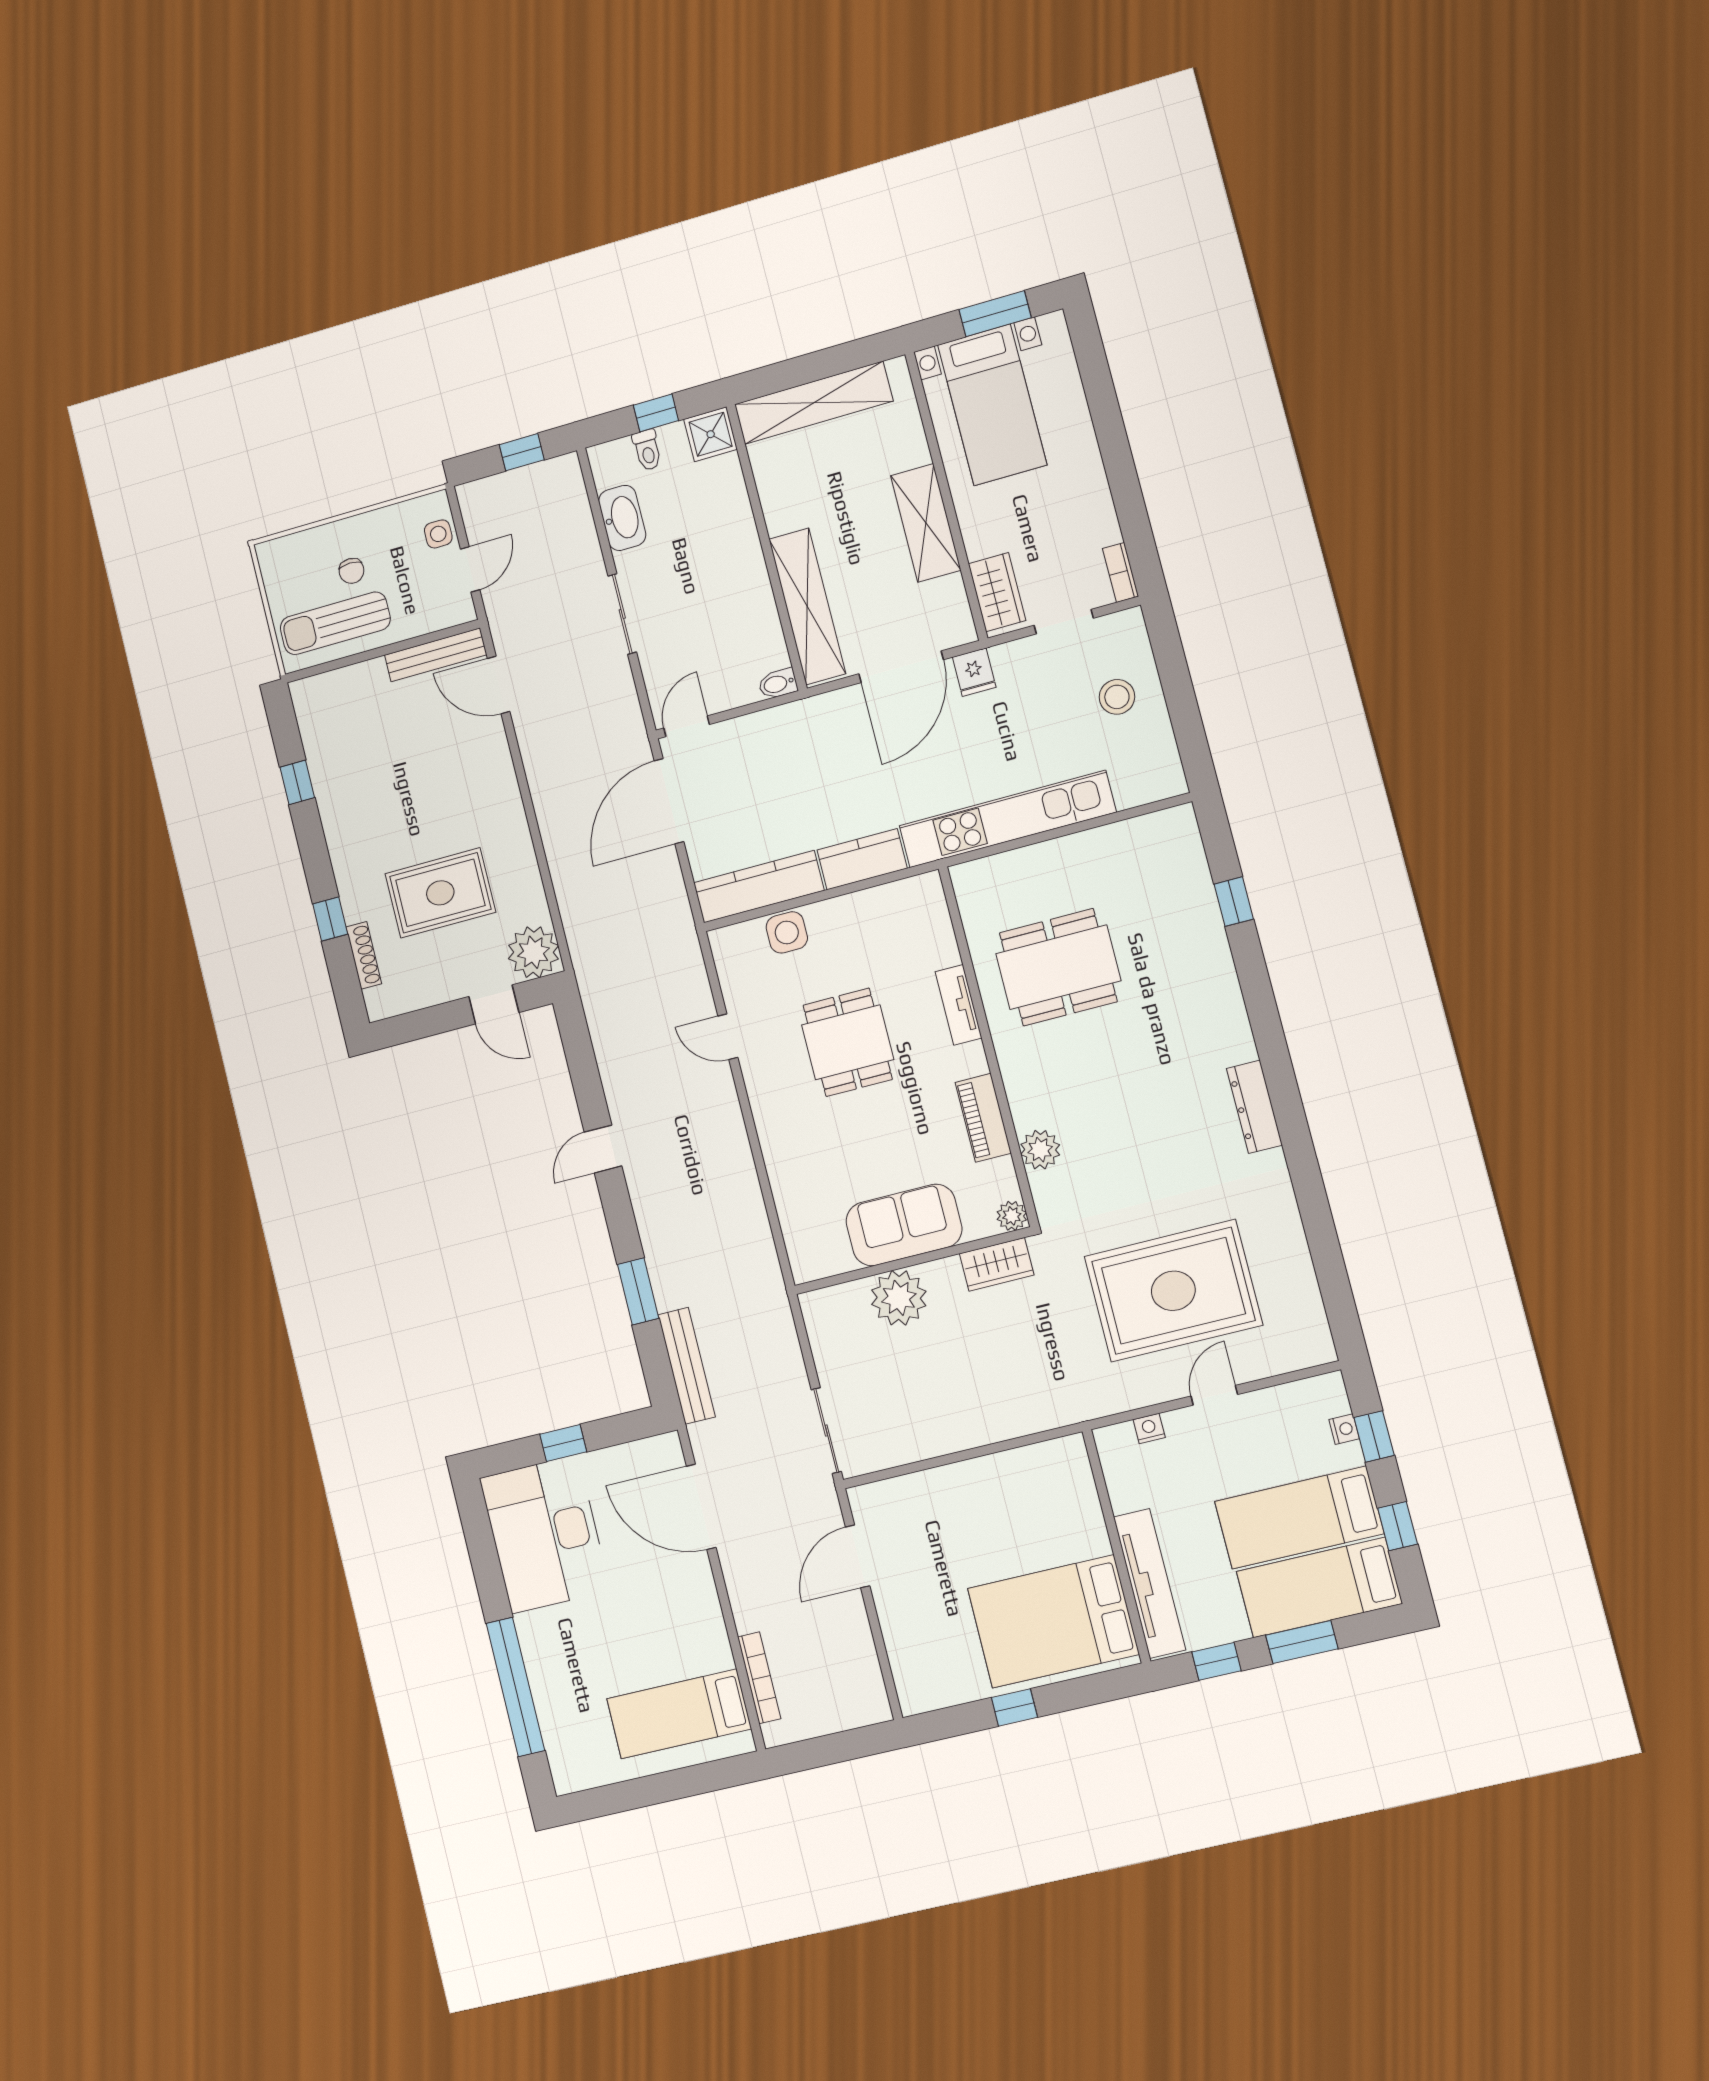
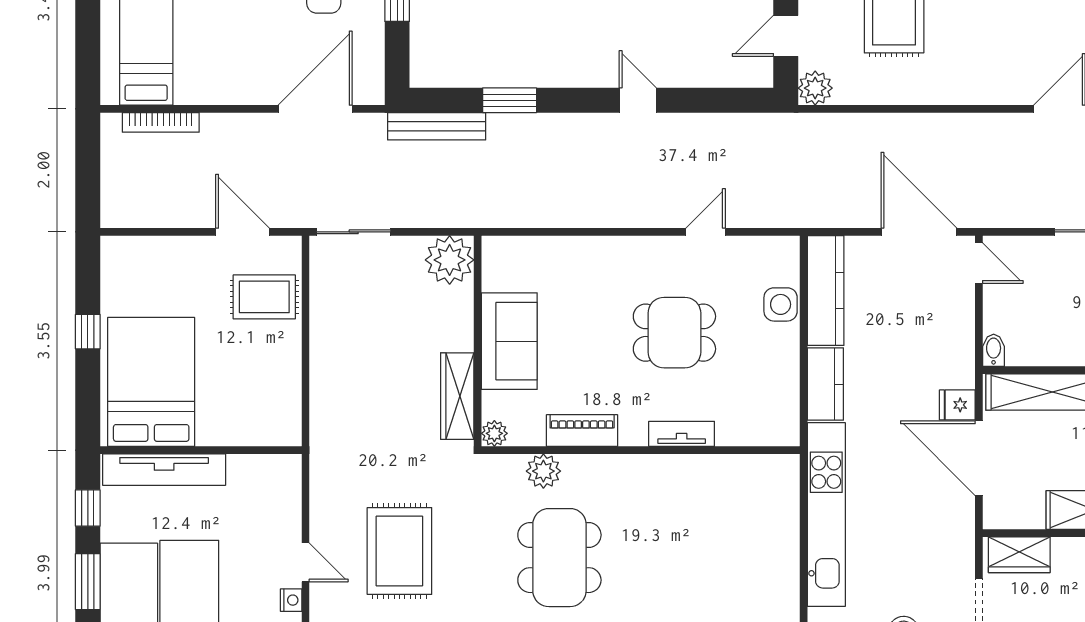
fridge: (974, 672) -> (957, 405), moved
plant: (533, 952) -> (815, 88), width x0.73, depth x0.73
dining table: (1058, 967) -> (559, 558), moved
wardrobe: (997, 1264) -> (457, 396), width x1.50
rug: (1173, 1291) -> (399, 551), width x0.73, depth x0.69
plant: (899, 1298) -> (450, 260), moved
nightstand: (1149, 1428) -> (291, 600), moved
rug: (924, 1515) -> (264, 297), added

